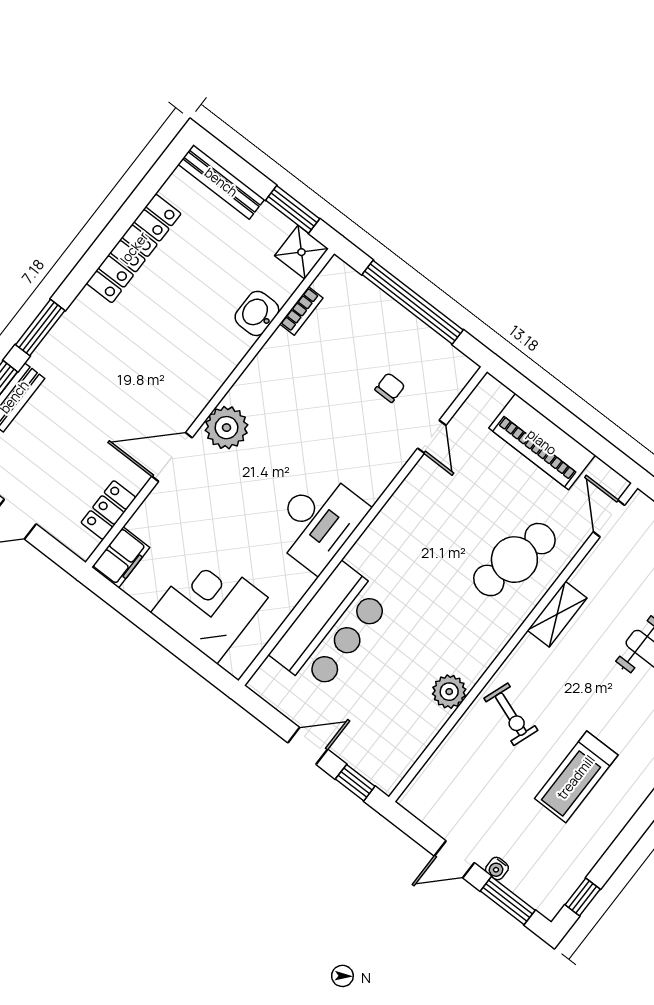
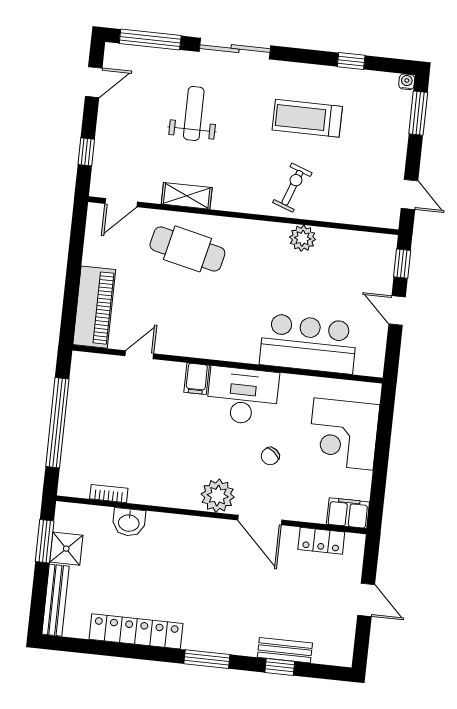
shower: (301, 252) -> (66, 549), moved
window: (40, 328) -> (207, 659), moved
chair: (390, 388) -> (270, 456), moved, turned -51
piano: (542, 442) -> (94, 307), moved
filing cabinet: (368, 483) -> (197, 379), added
shelving: (557, 614) -> (187, 196), moved
treadmill: (576, 777) -> (307, 118), turned 180
door: (454, 859) -> (409, 194), moved
water cooler: (497, 869) -> (407, 82), moved, turned -90
window: (583, 897) -> (351, 61), moved

